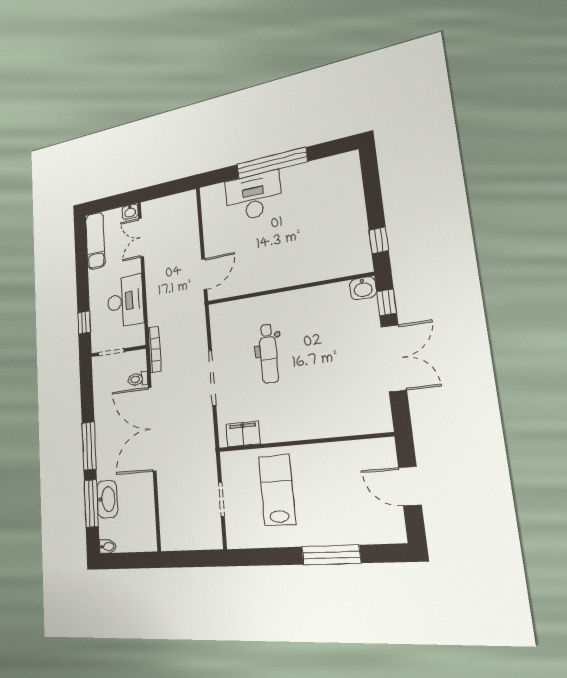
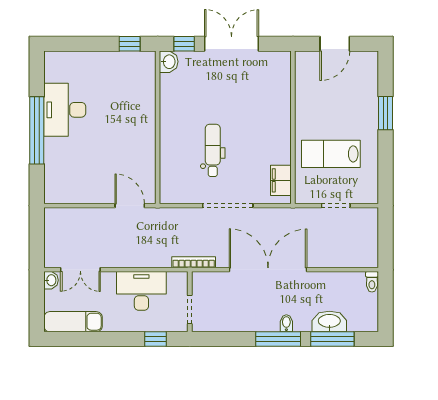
desk: (253, 196) -> (65, 110), moved
dental chair: (268, 353) -> (213, 150), turned -90
toilet: (138, 379) -> (372, 282), moved
double door: (152, 429) -> (268, 270), swing flipped
bidet: (108, 547) -> (286, 323), moved
window: (331, 555) -> (385, 113), width x0.69

